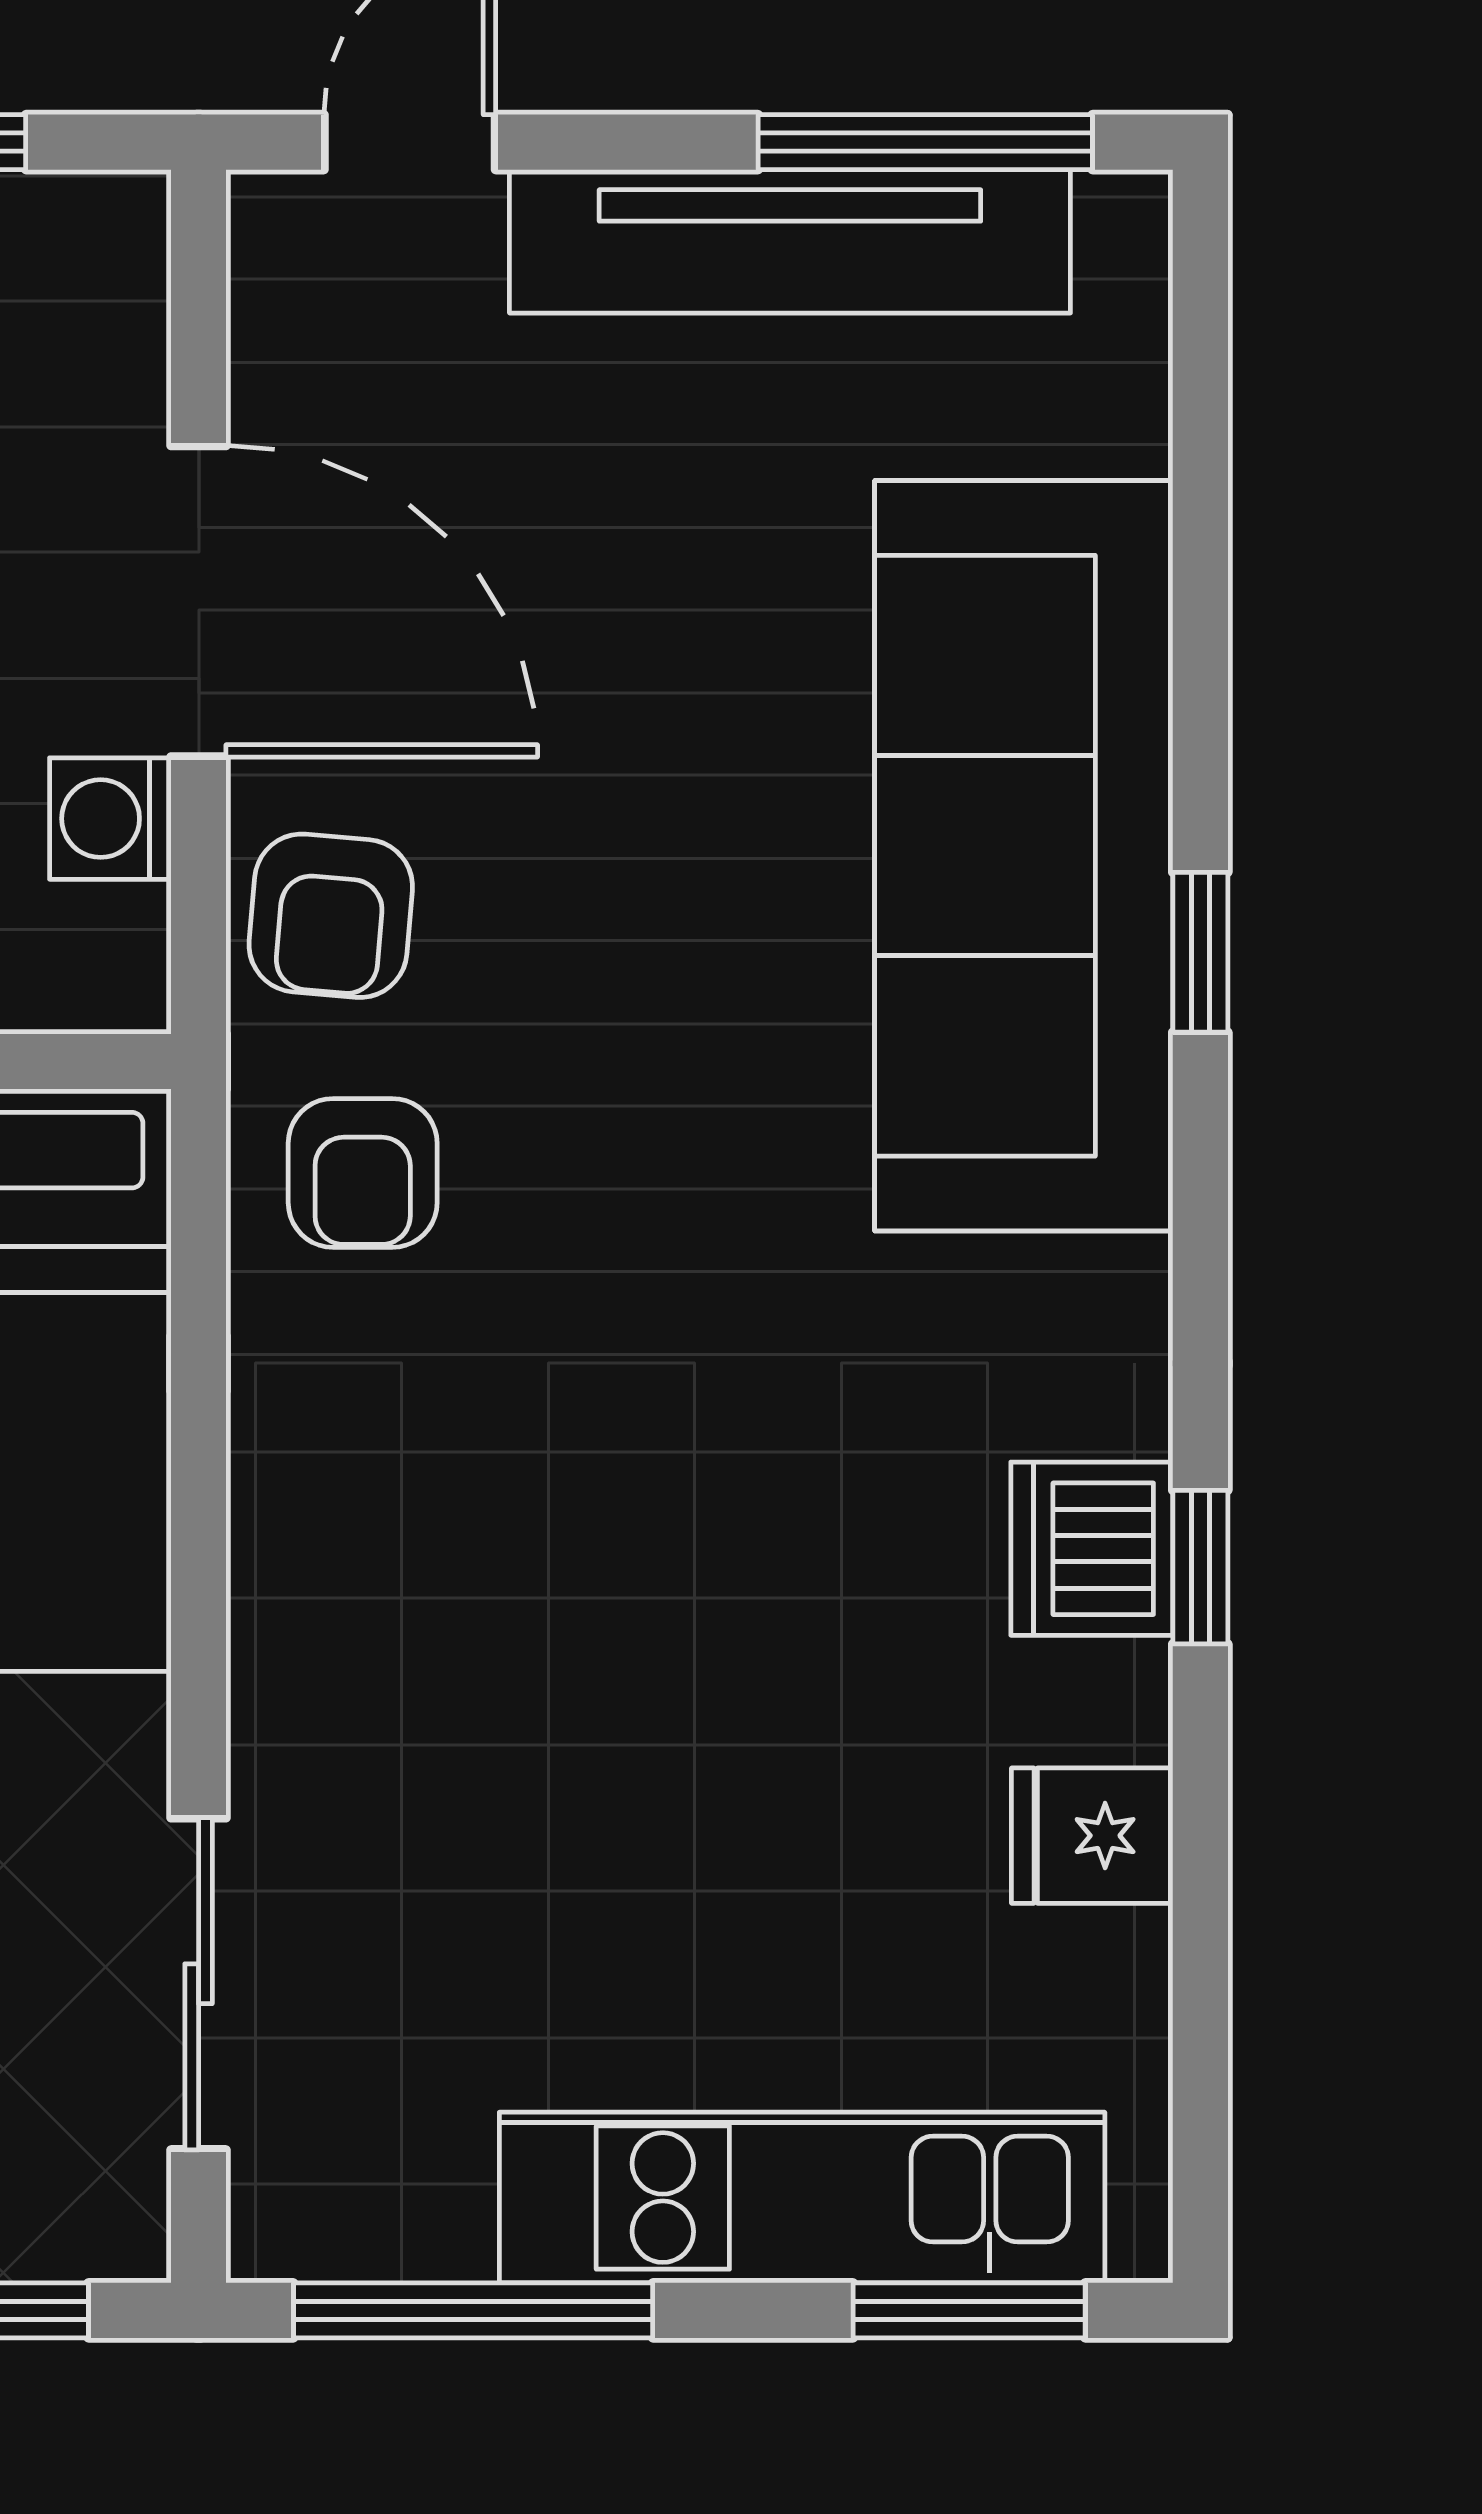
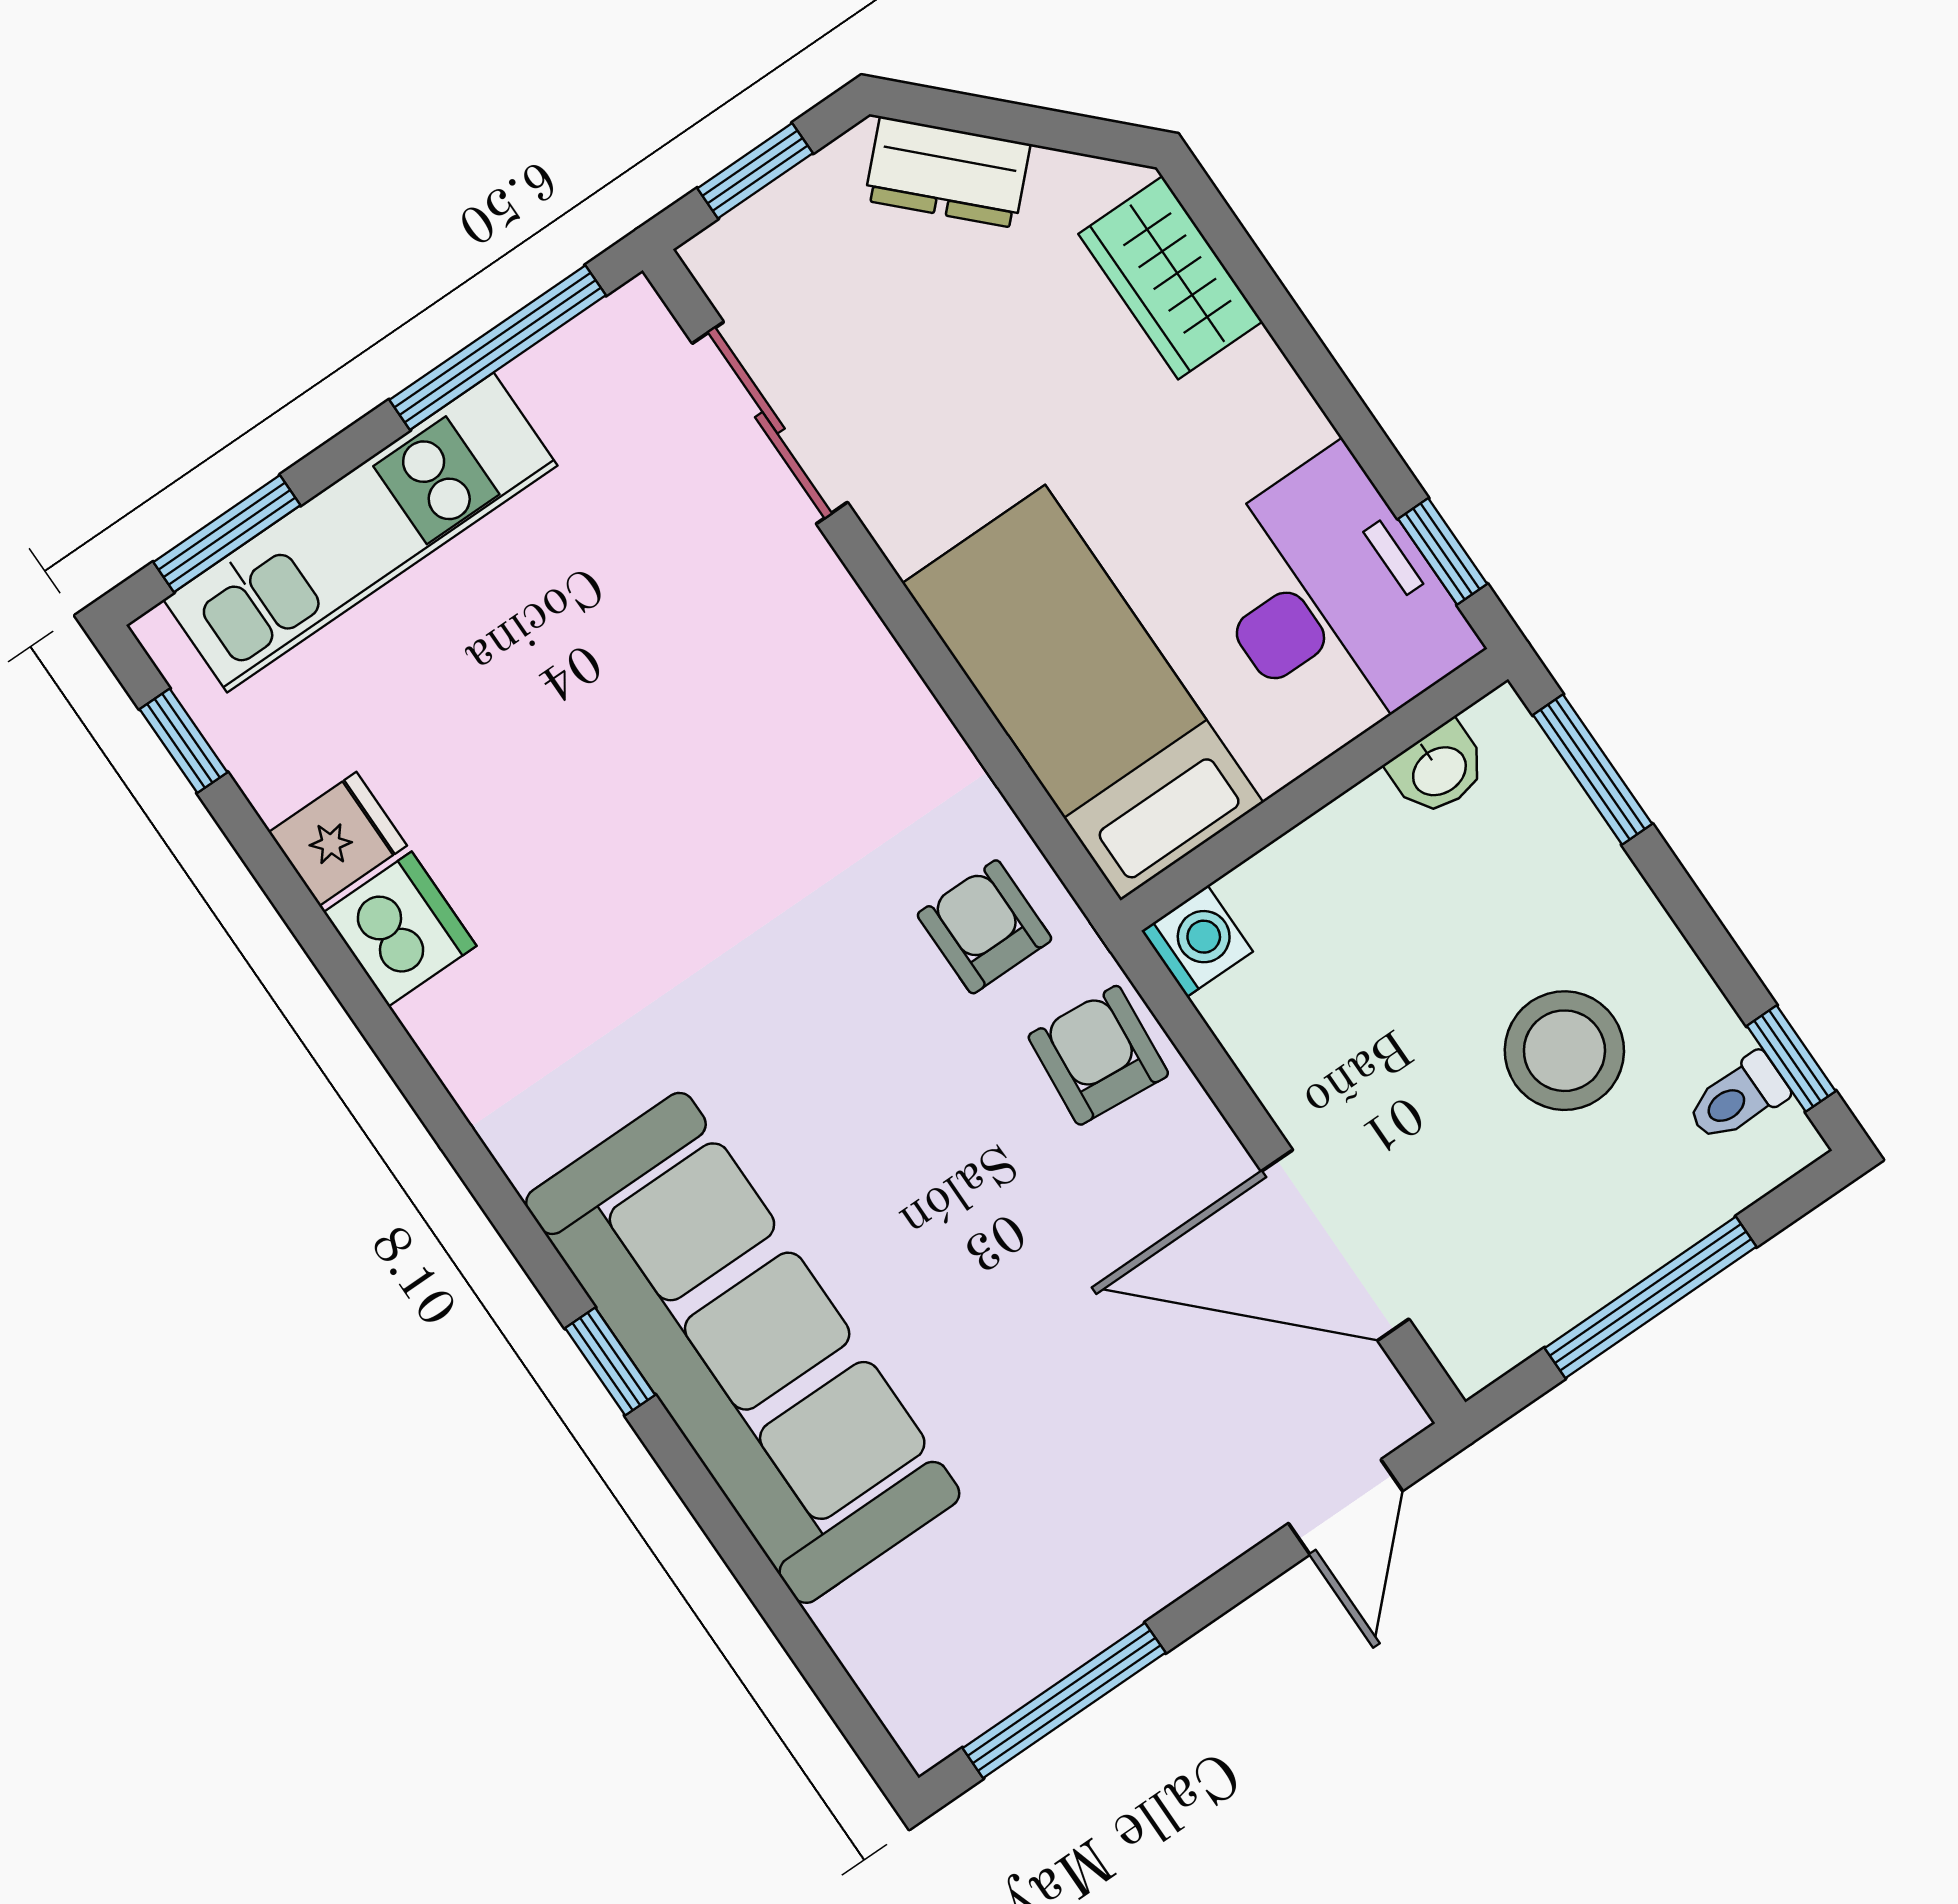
tv unit: (790, 241) -> (1101, 1596), removed
door: (199, 601) -> (1335, 1245), moved
washing machine: (110, 819) -> (1197, 941), moved
dishwasher: (1092, 1549) -> (400, 929), moved
window: (1200, 1567) -> (184, 741), moved

